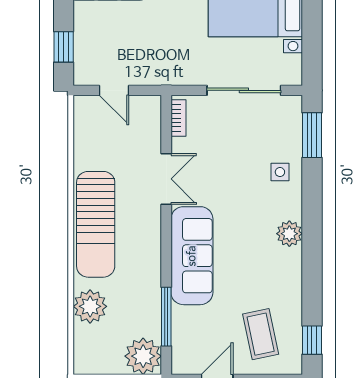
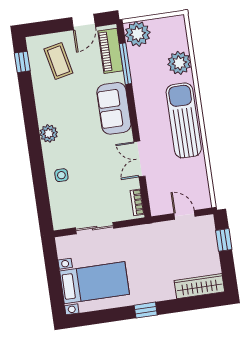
sliding door: (244, 90) -> (95, 228), width x0.73
window: (312, 135) -> (43, 204), removed
sofa: (192, 256) -> (114, 108), width x0.73
piano: (185, 338) -> (110, 51), added

